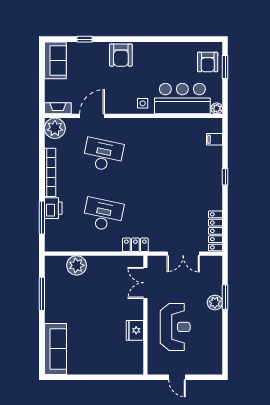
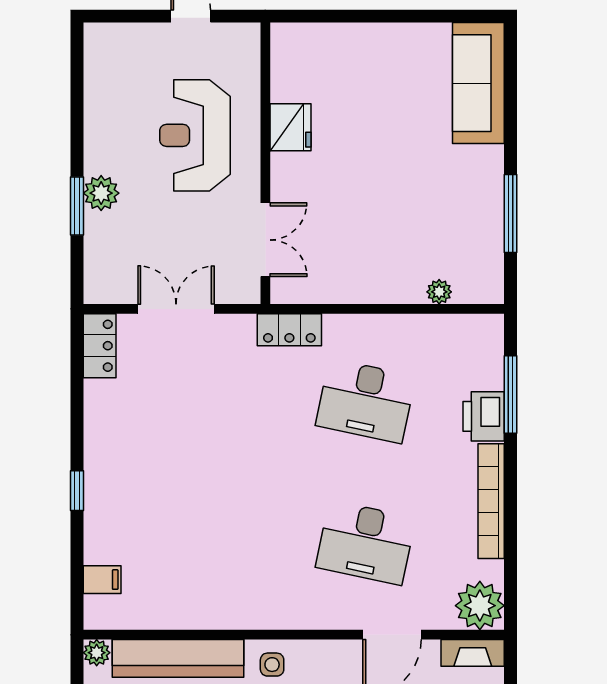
locker: (215, 231) -> (100, 346), width x0.66
plant: (77, 265) -> (439, 292), width x0.53, depth x0.53

